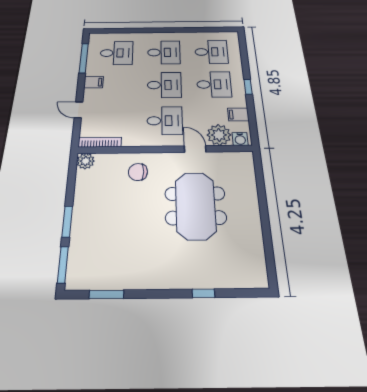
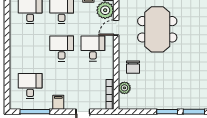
desk: (164, 52) -> (30, 49), removed
plant: (86, 161) -> (124, 88), moved
meeting table: (195, 206) -> (157, 29), turned 90

